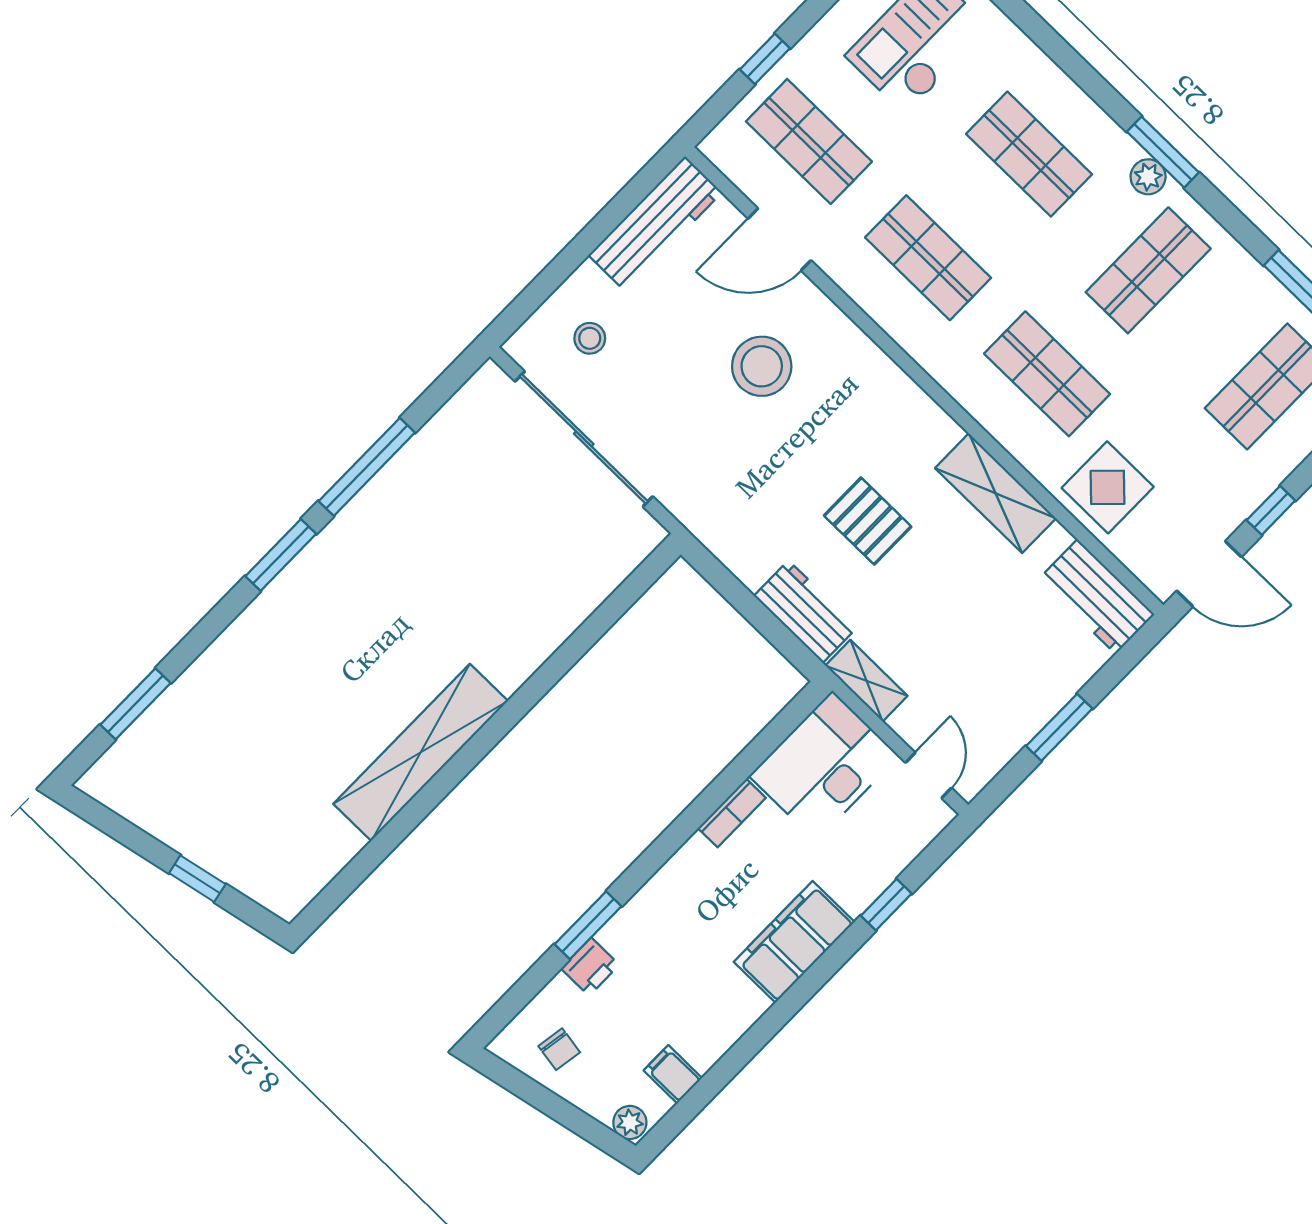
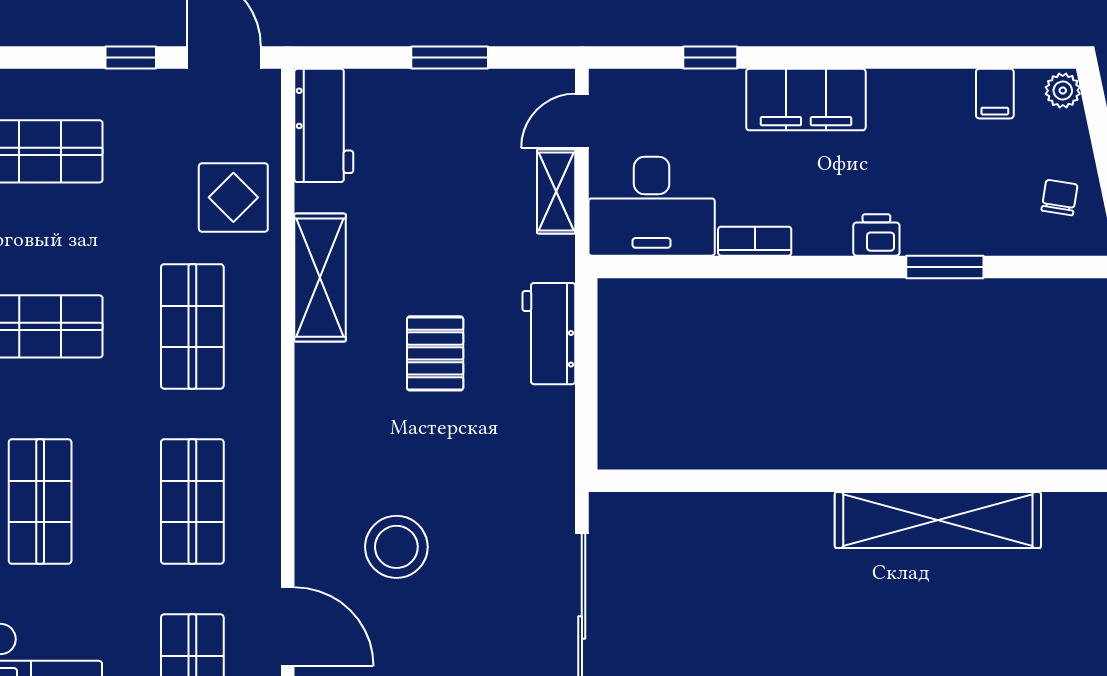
shelving: (866, 681) -> (556, 191), moved
printer: (590, 967) -> (876, 235), moved

